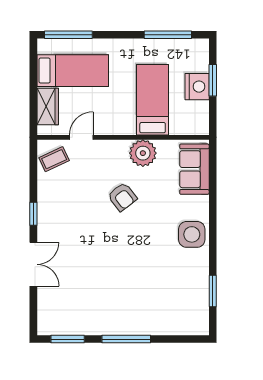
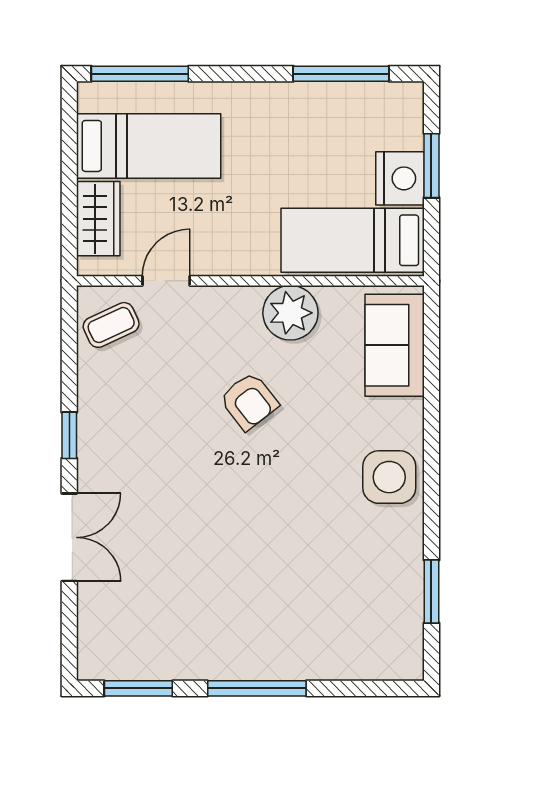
bed: (153, 100) -> (353, 240), moved, turned -90

